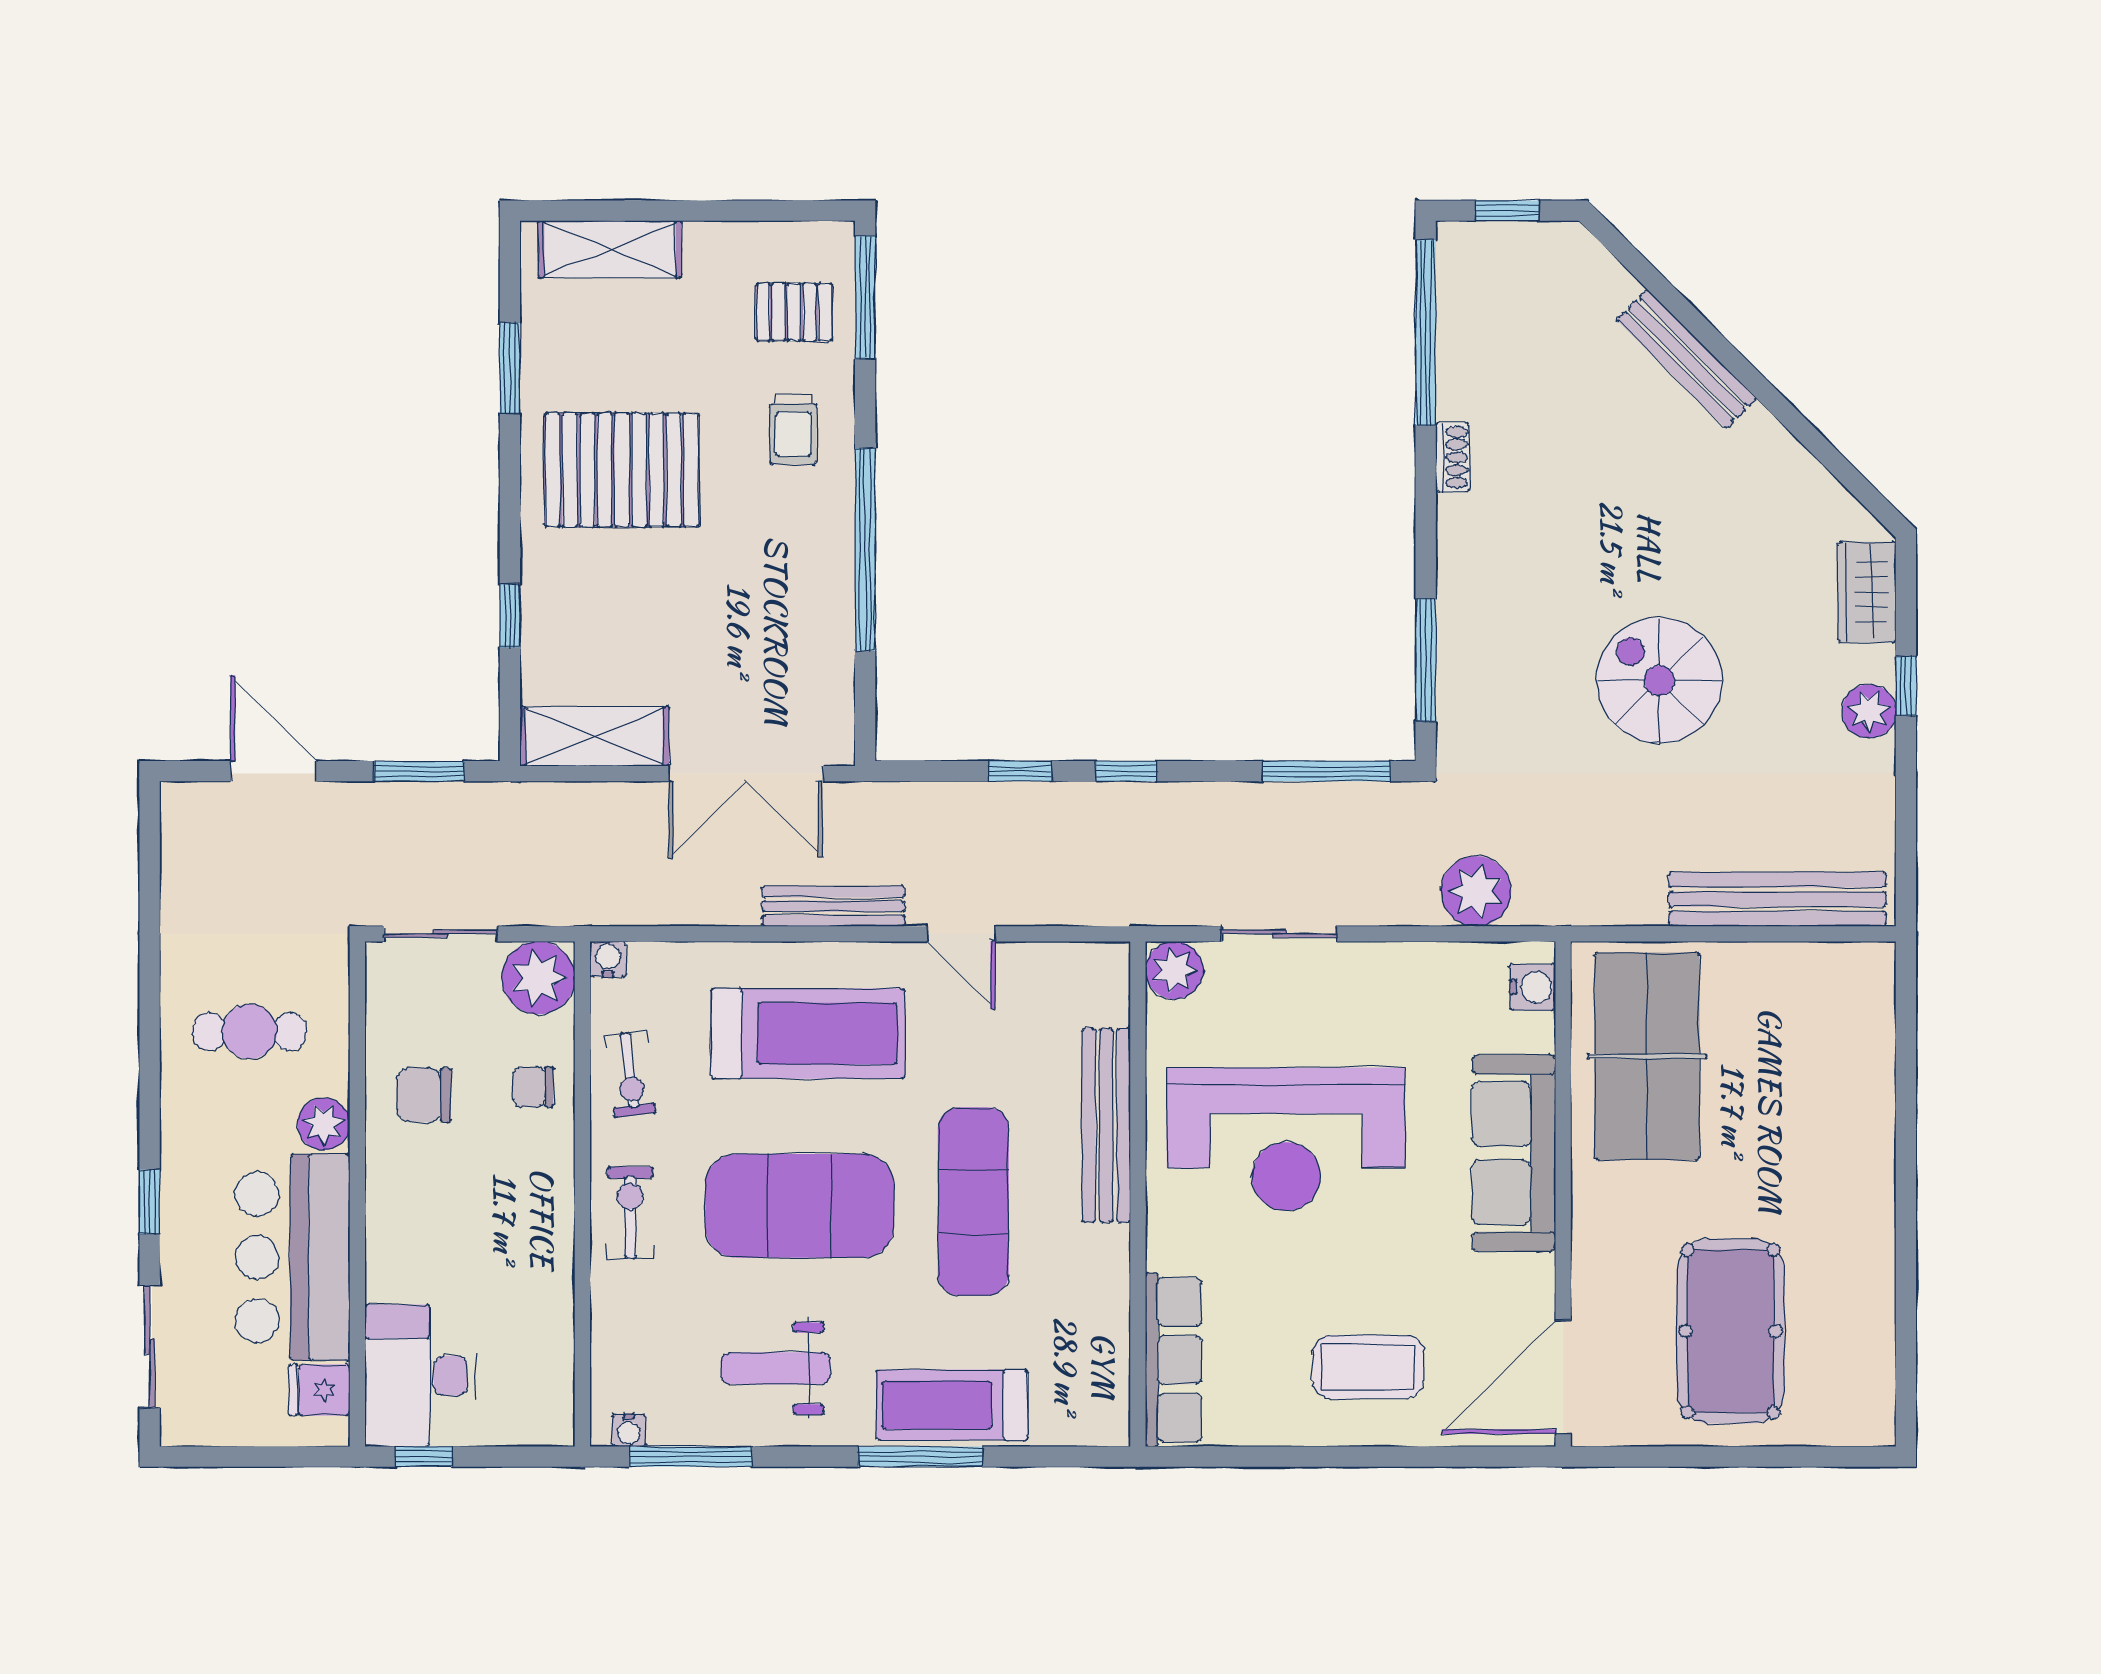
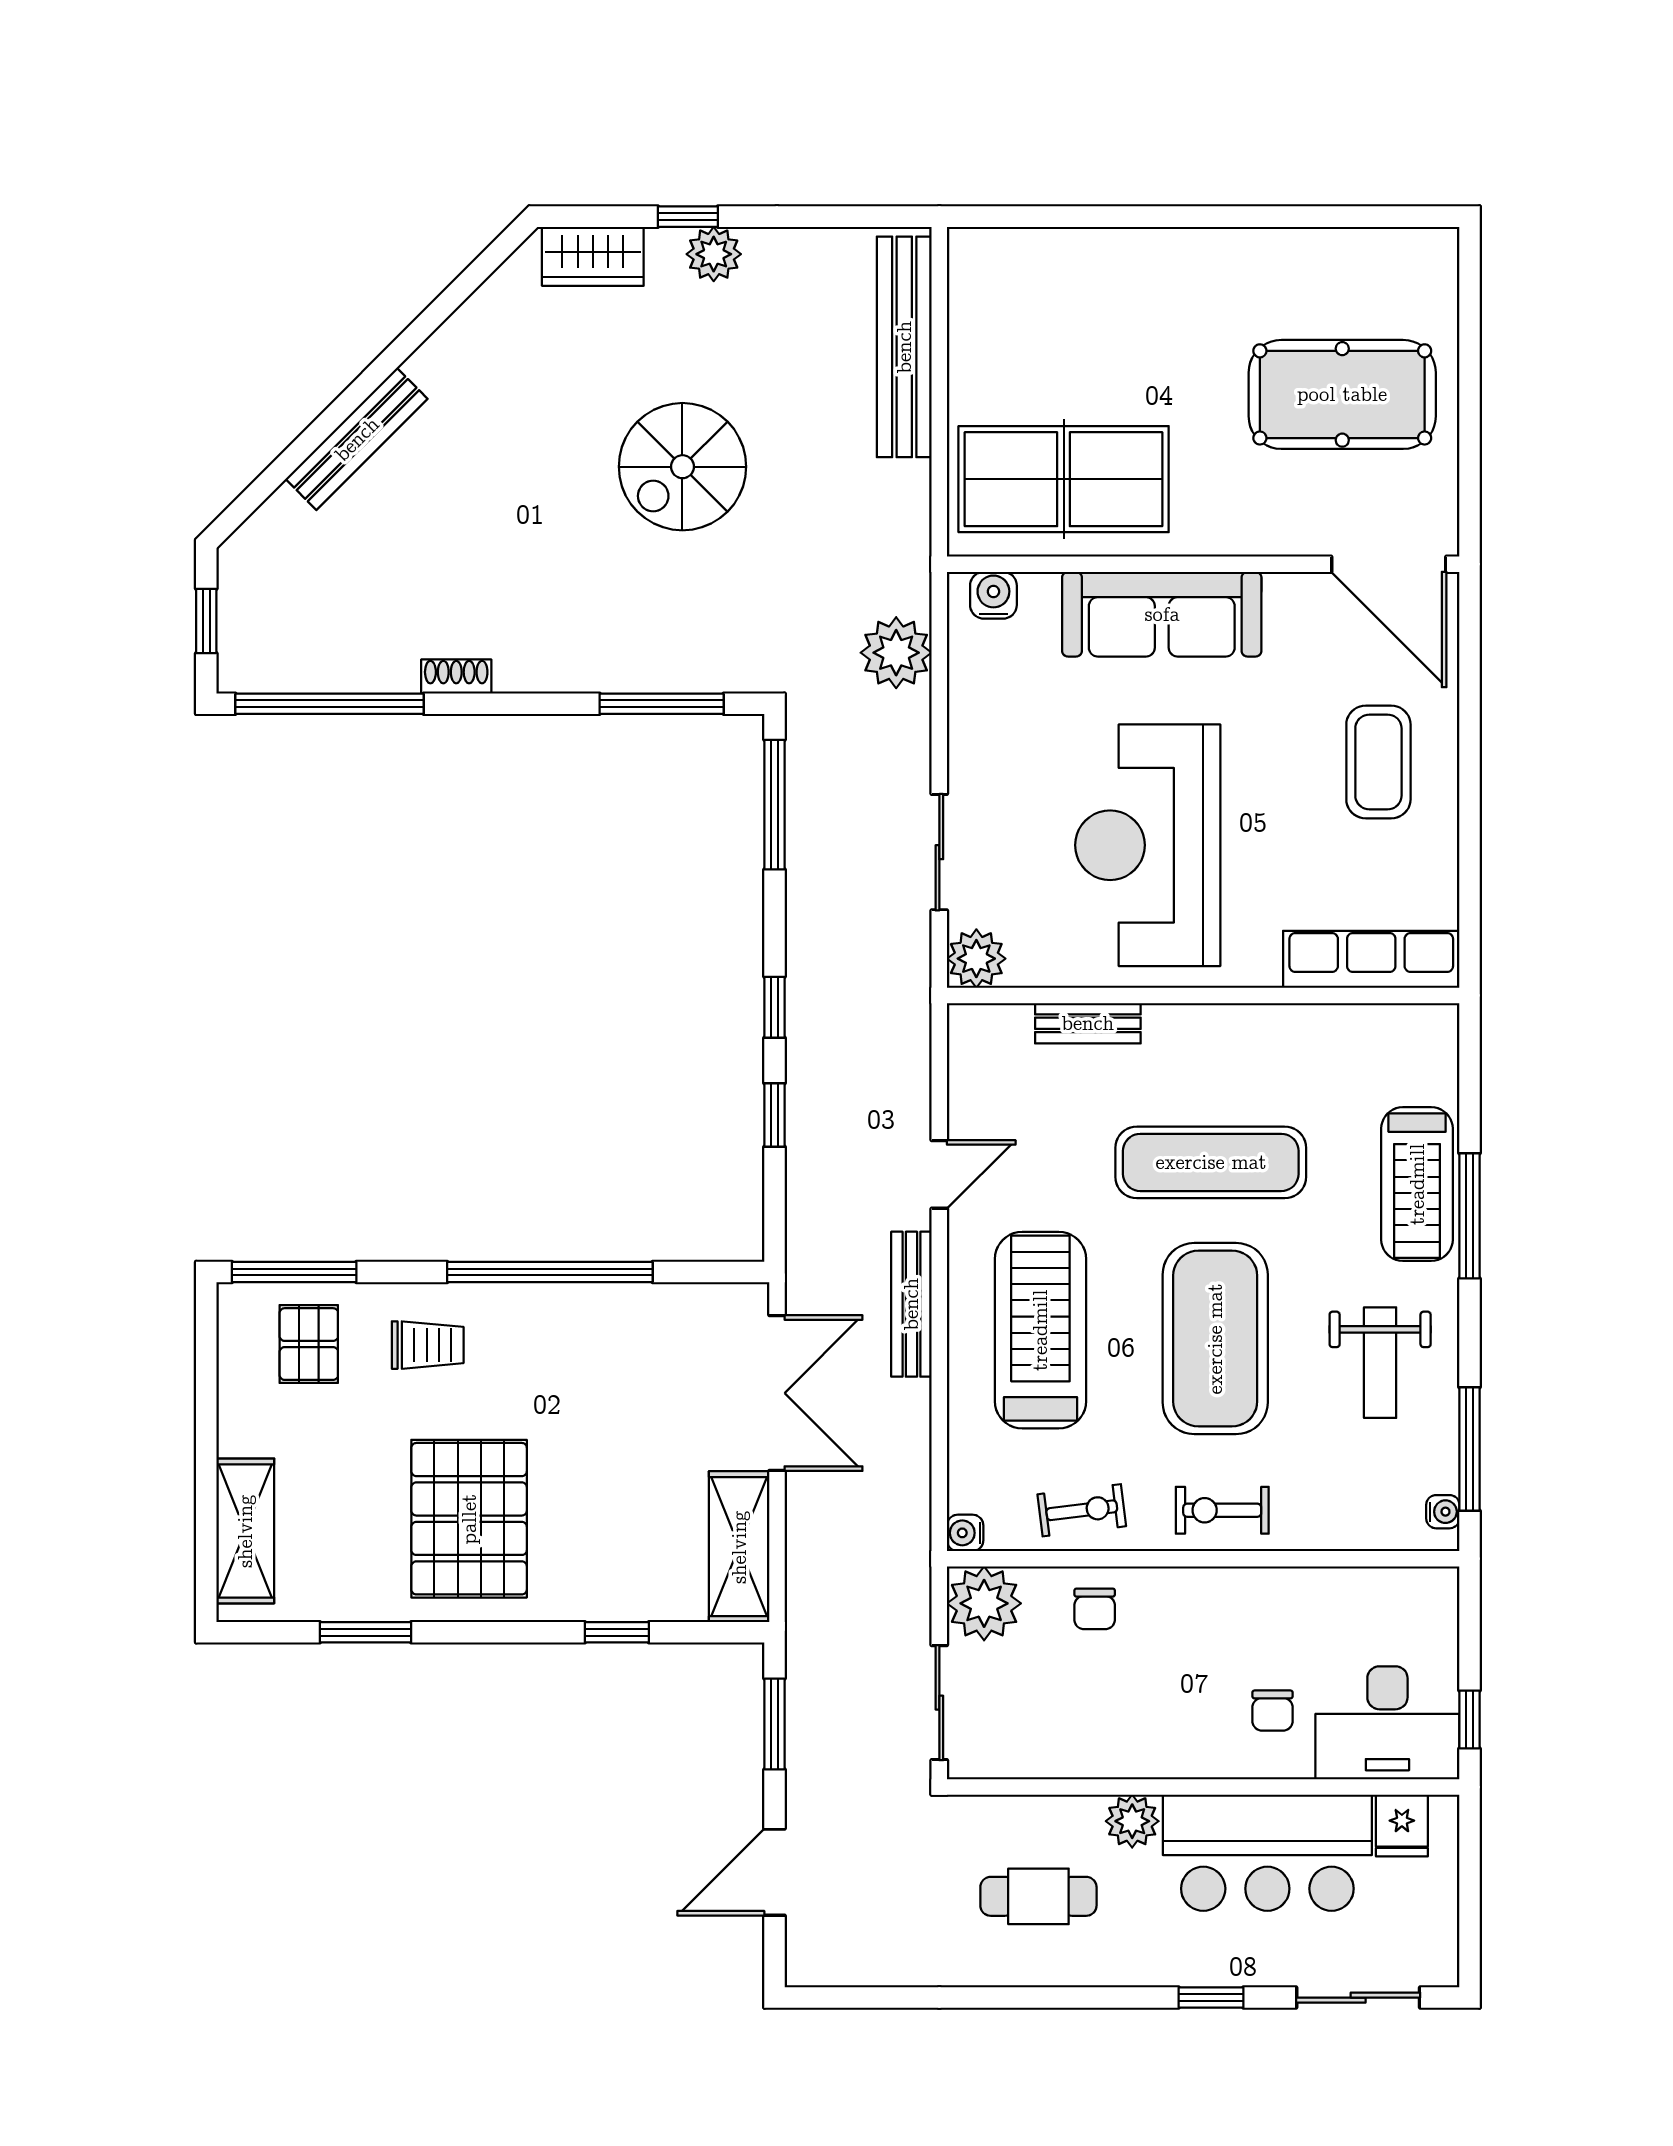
cafe table: (249, 1031) -> (1038, 1896), turned 90
chair: (424, 1095) -> (1273, 1711), moved, width x0.73, depth x0.73
bench: (1106, 1125) -> (1088, 1023), width x0.54, depth x0.82
reception desk: (1286, 1139) -> (1148, 845), turned 180

